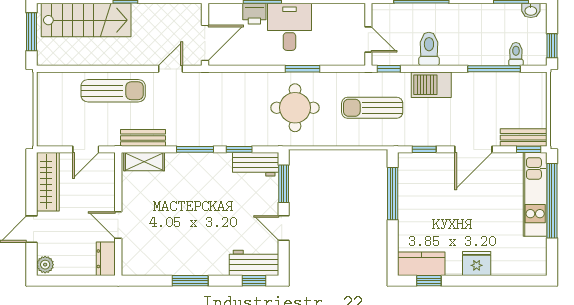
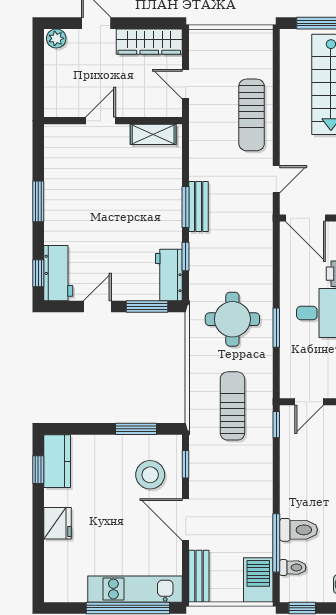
toilet: (429, 49) -> (299, 530), moved
door: (170, 69) -> (276, 179), hinge flipped
barbecue: (431, 85) -> (258, 580), moved
bench: (143, 138) -> (199, 206), moved
window: (529, 149) -> (186, 582), removed
shelving: (144, 162) -> (153, 134), moved, turned 90
stool: (433, 181) -> (150, 475), added
window: (393, 194) -> (136, 429), width x0.69
dresser: (106, 259) -> (63, 107), removed

